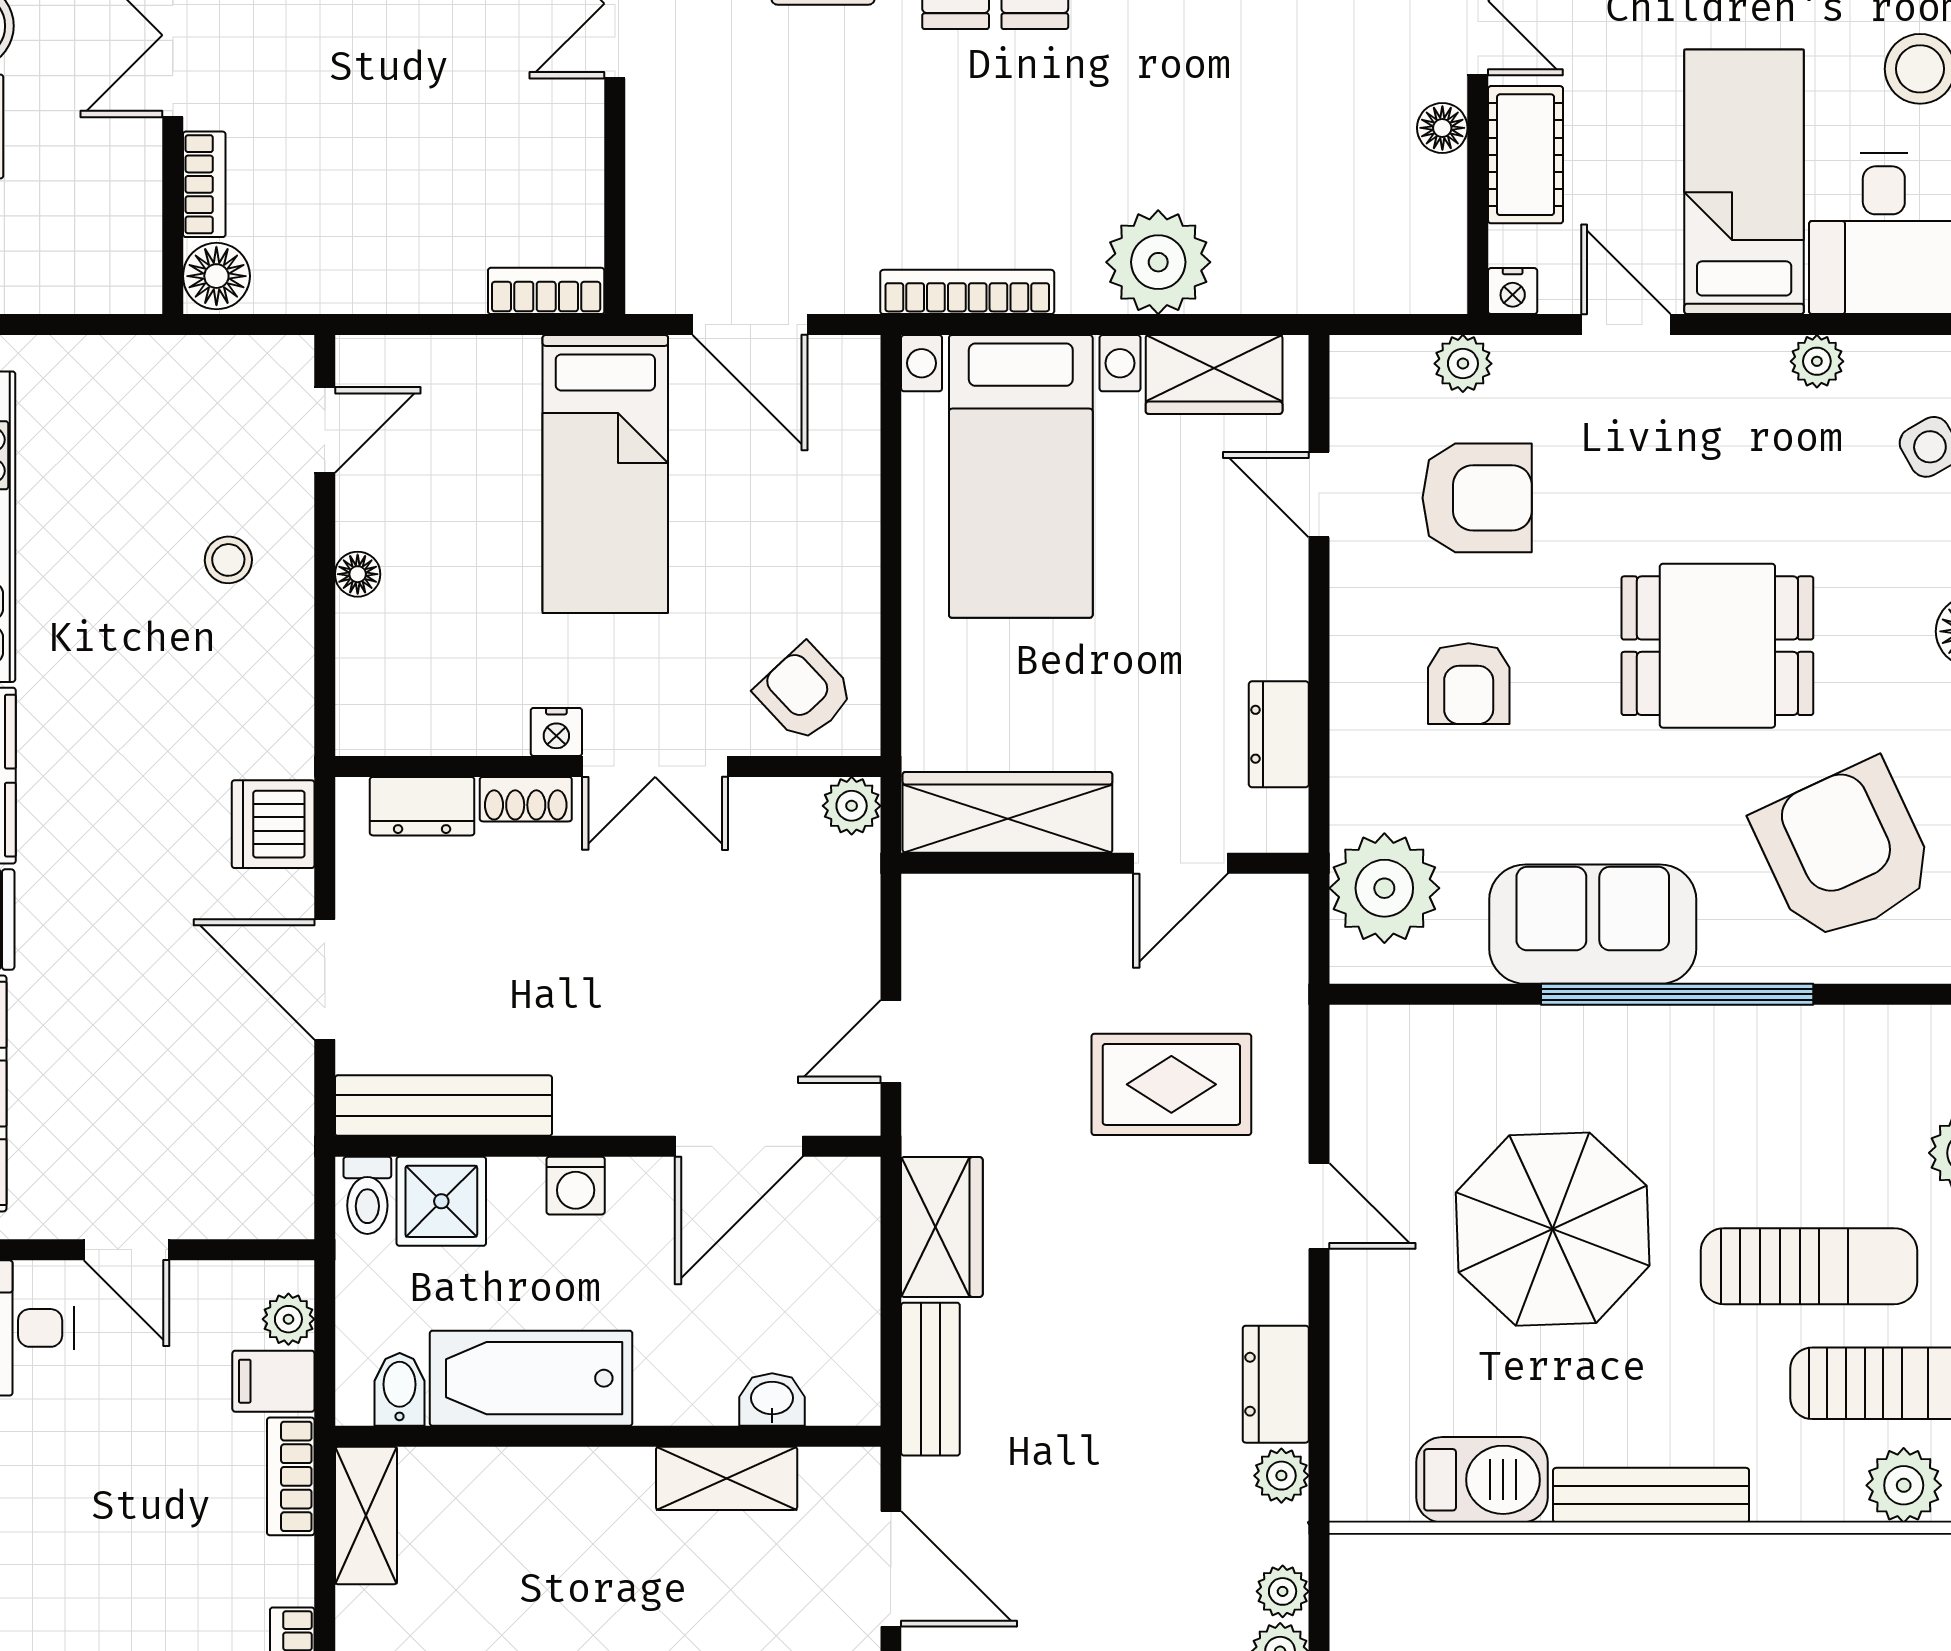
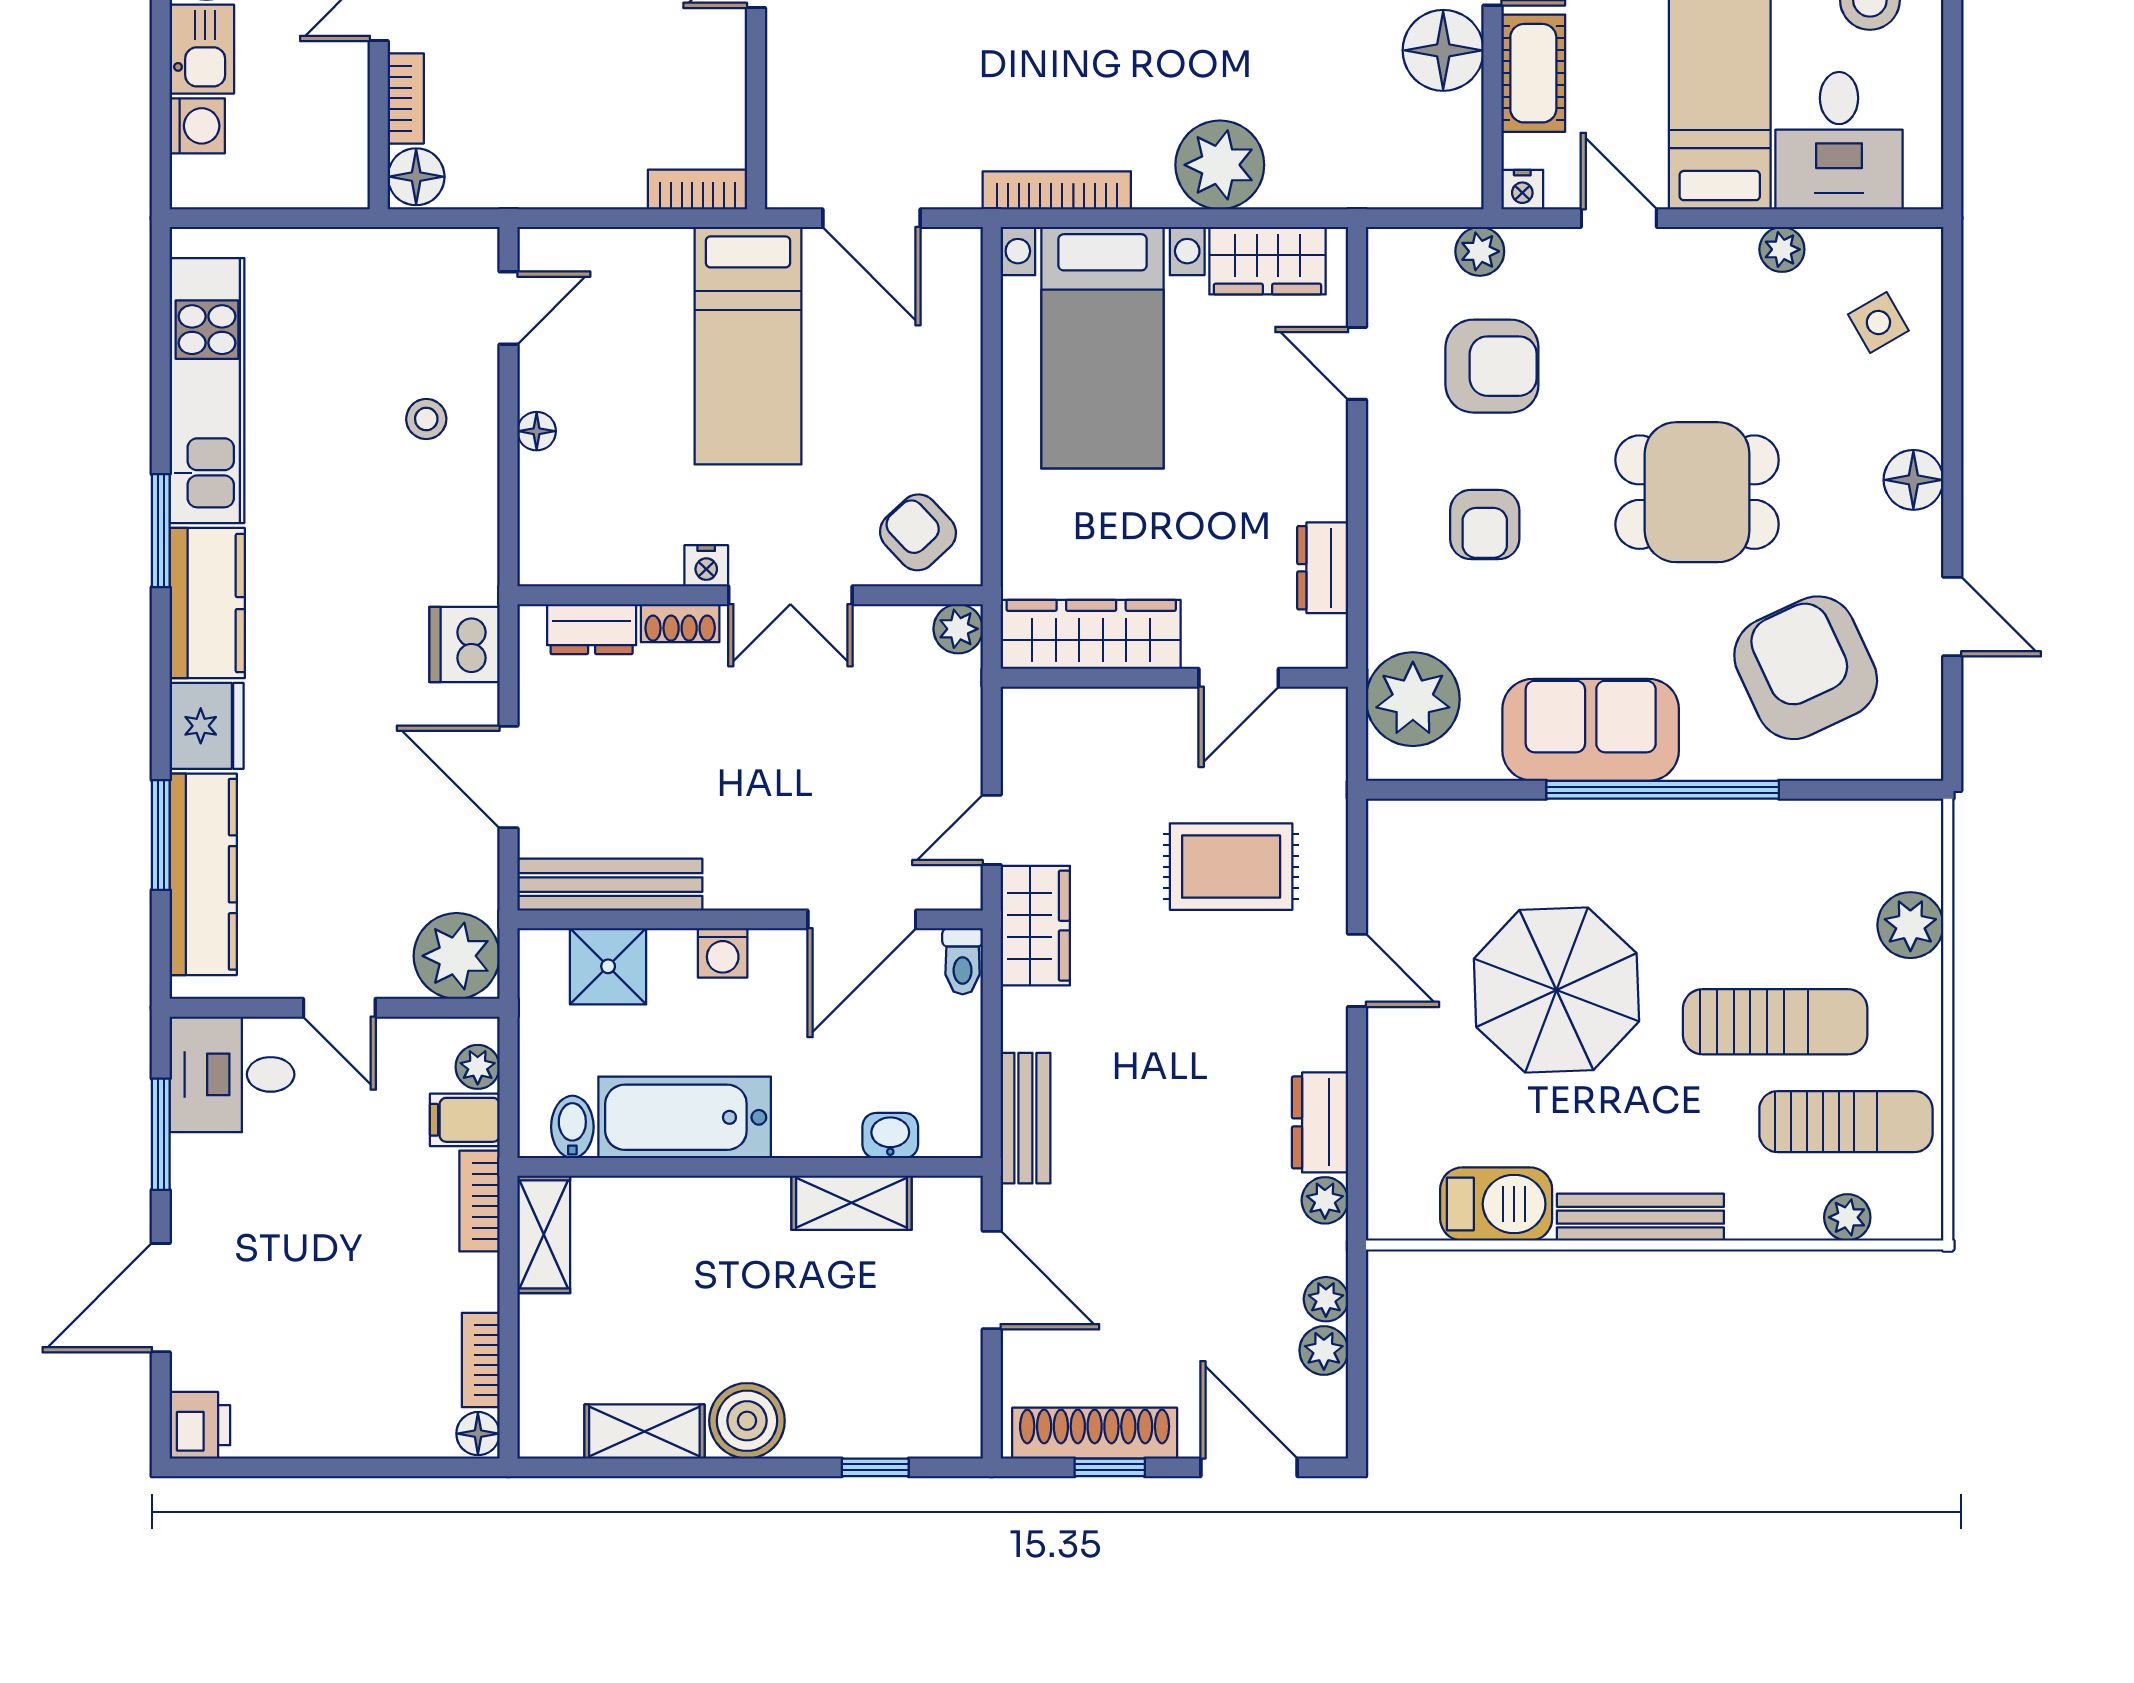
floor lamp: (1442, 128) -> (1443, 50), width x1.89, depth x1.89
plant: (264, 1189) -> (457, 956), added
toilet: (367, 1195) -> (963, 961), moved
wardrobe: (942, 1227) -> (1035, 926), moved
plant: (1904, 1485) -> (1847, 1217), width x0.73, depth x0.73

